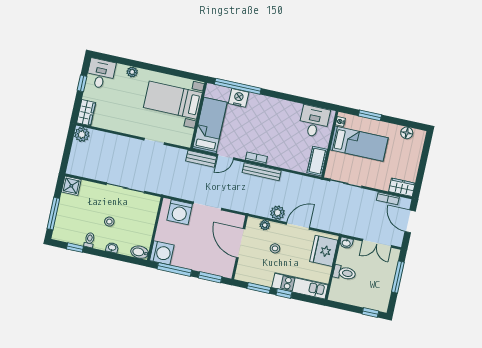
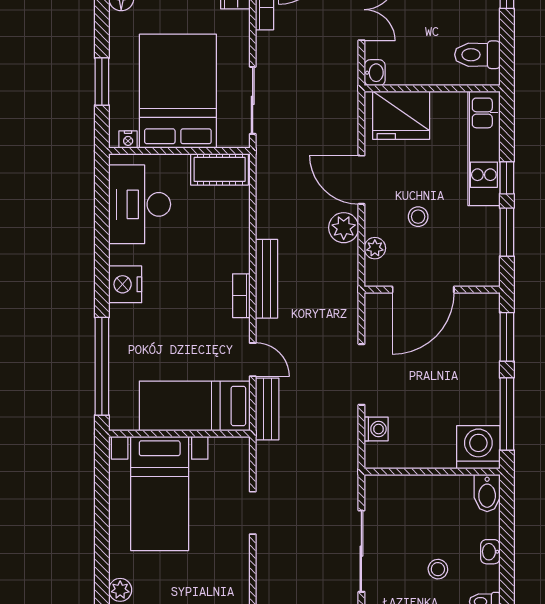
nightstand: (239, 98) -> (125, 284), moved
desk: (314, 121) -> (140, 204), width x1.37
bed: (359, 144) -> (178, 91), width x1.50
washing machine: (180, 212) -> (376, 429), width x0.53, depth x0.53
toilet: (344, 273) -> (477, 55), moved, turned -90

